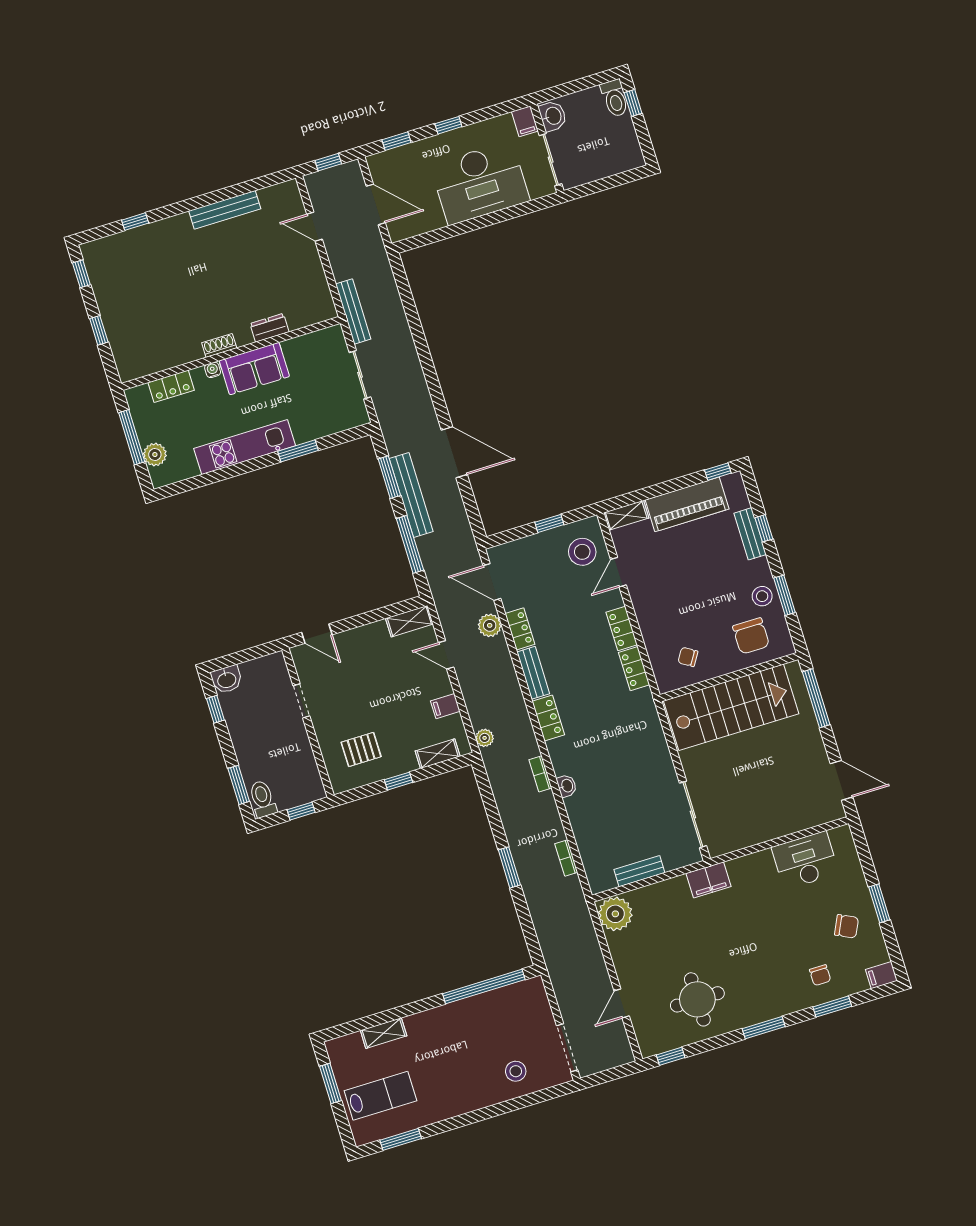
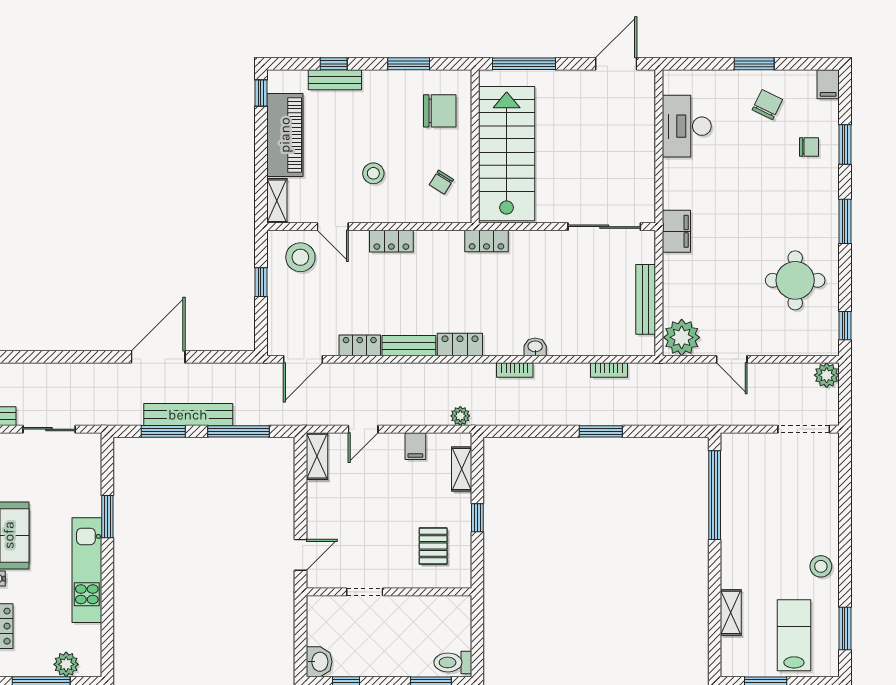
stool: (762, 596) -> (373, 173), moved
plant: (490, 625) -> (827, 375), moved
locker: (634, 669) -> (487, 241), moved
window: (301, 811) -> (477, 627), removed
bench: (639, 871) -> (646, 299), width x1.36
door: (622, 1003) -> (732, 359), moved
stool: (516, 1071) -> (821, 566), moved

